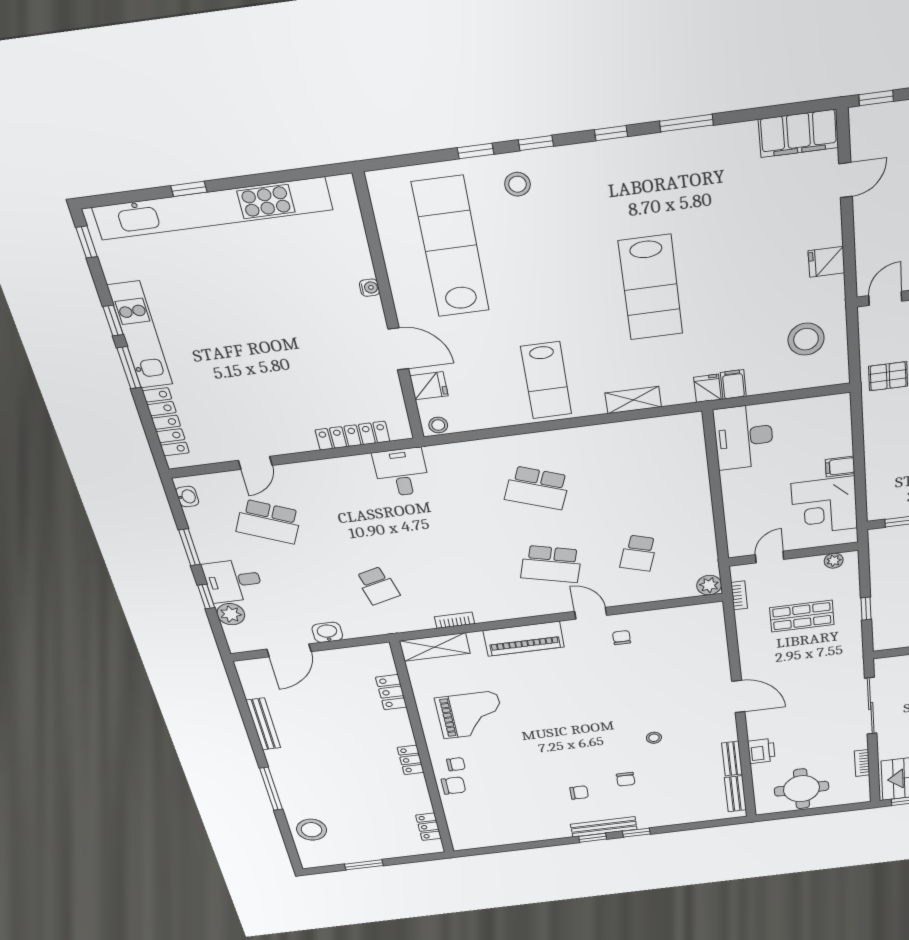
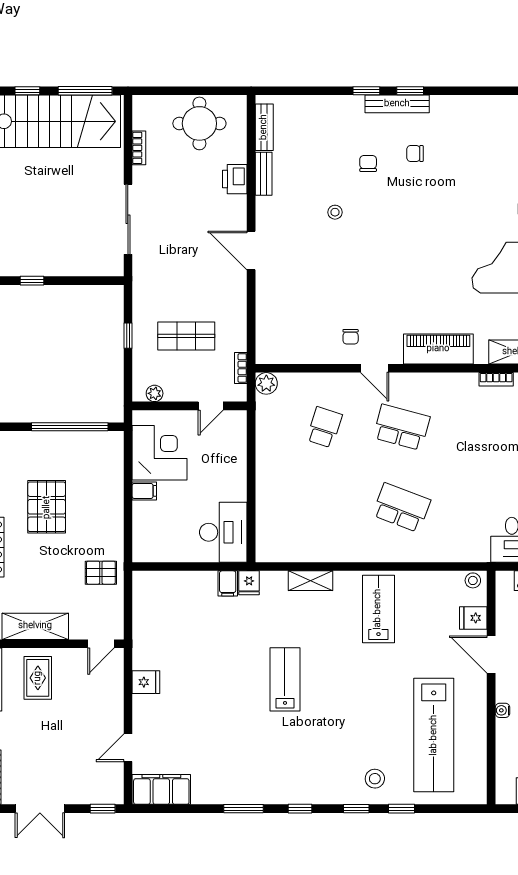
lab bench: (651, 288) -> (285, 679), width x0.73, depth x0.72
stool: (806, 339) -> (166, 616), removed

